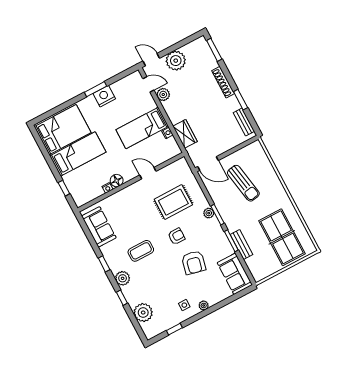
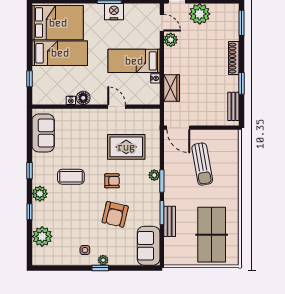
window: (174, 329) -> (100, 268), moved

